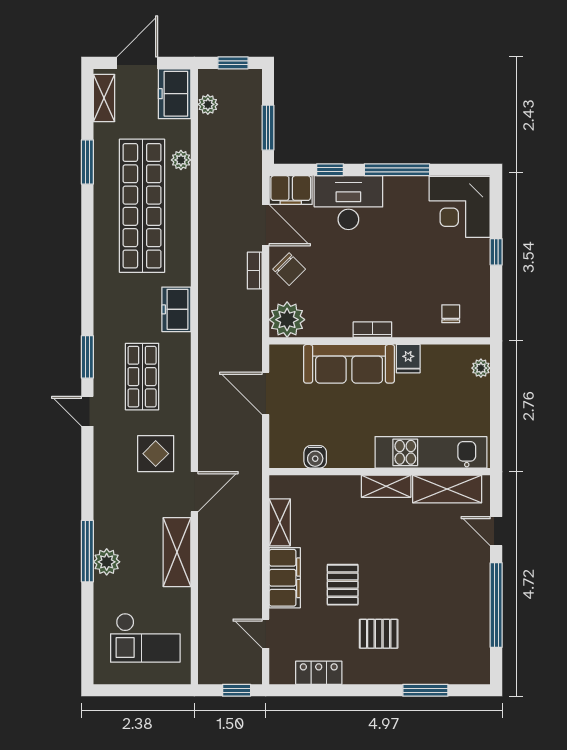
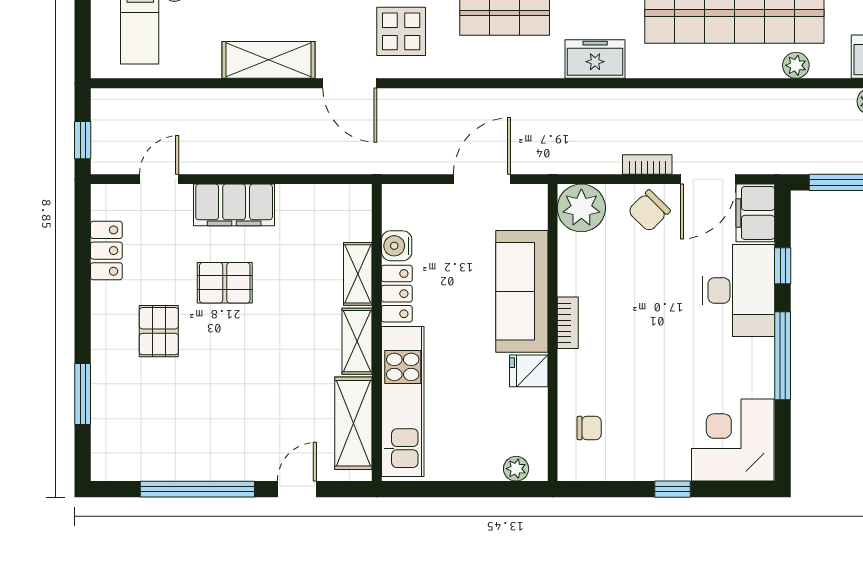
locker: (351, 457) -> (397, 294), added
shelving: (280, 522) -> (358, 274), moved, turned 90

